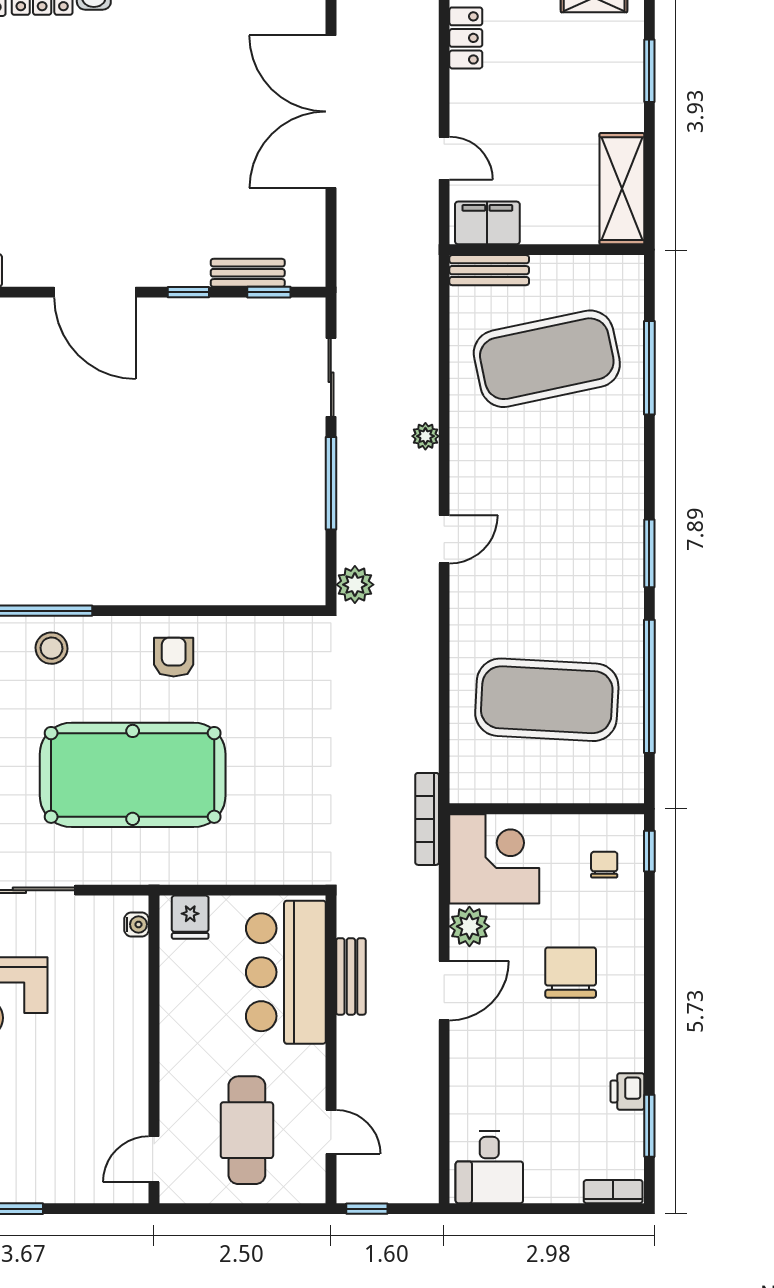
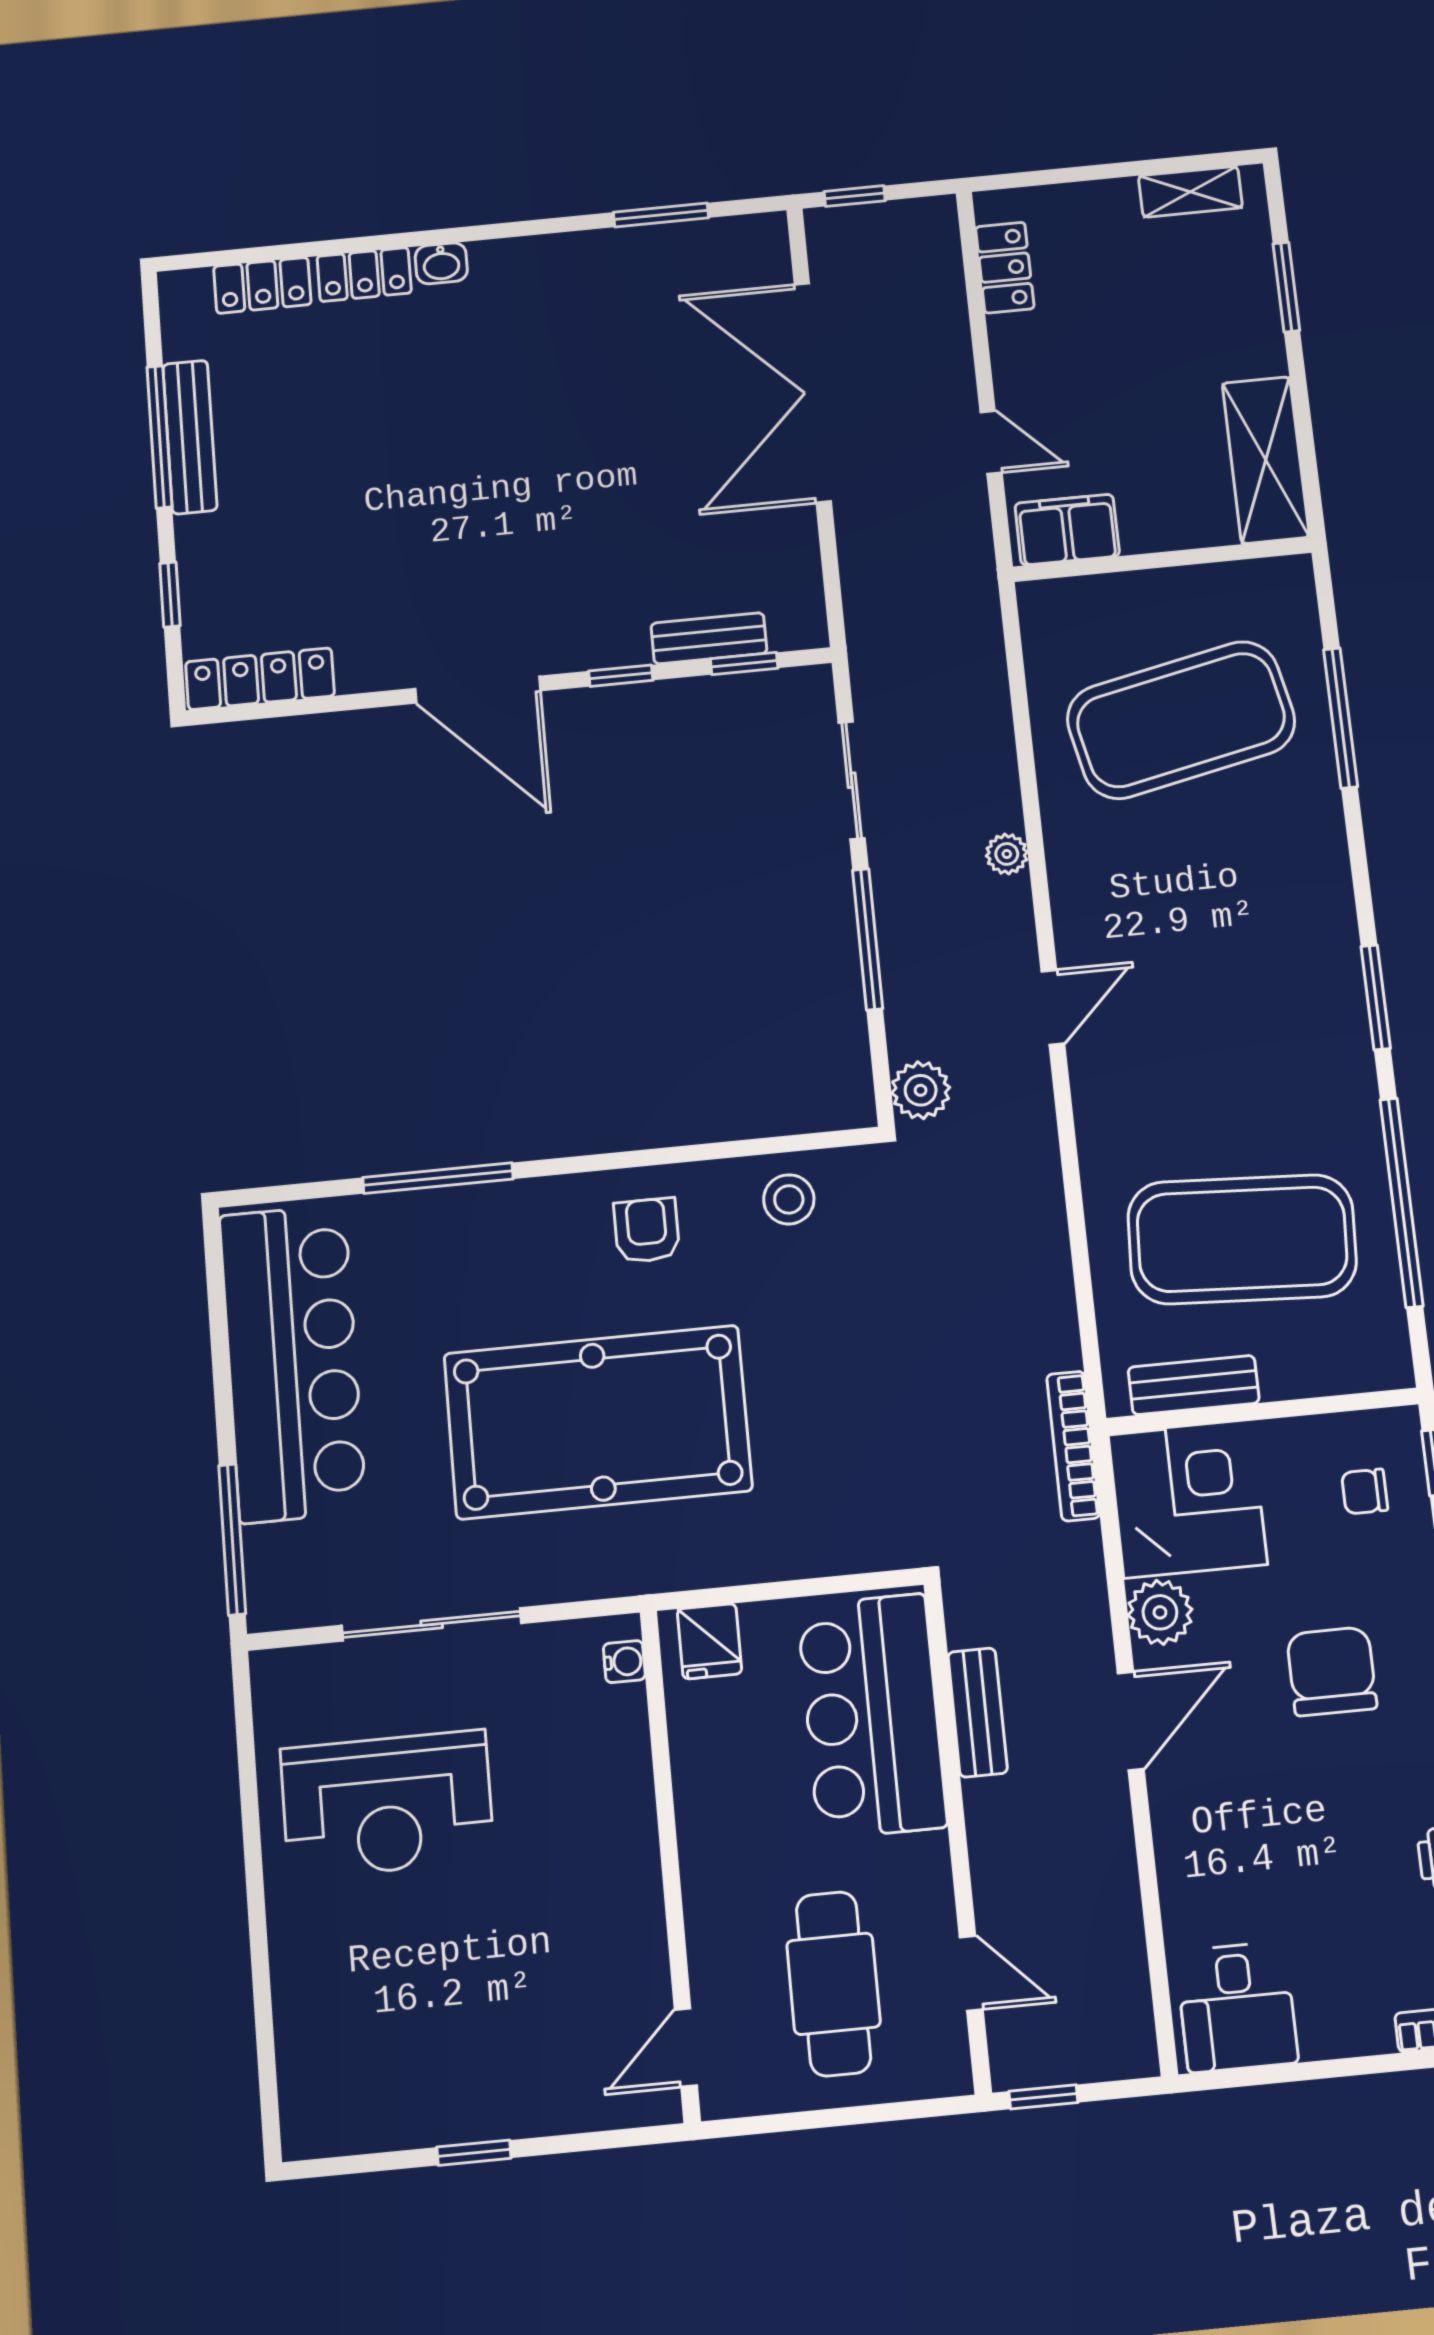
bench: (489, 270) -> (1194, 1385), moved
stool: (51, 648) -> (789, 1199), moved
chair: (604, 865) -> (1365, 1492), turned -90

